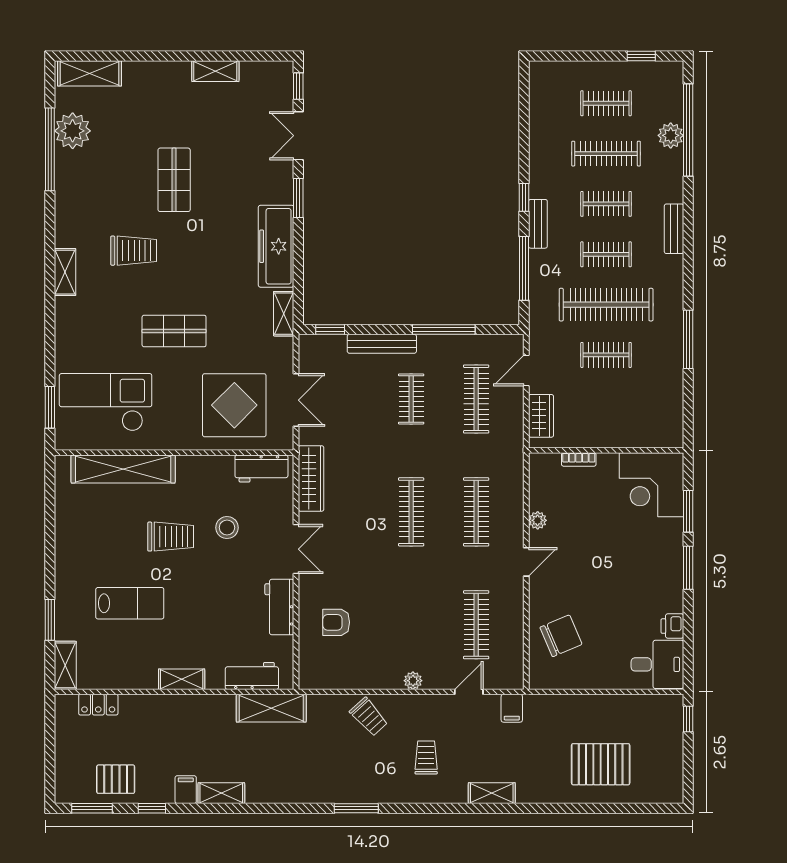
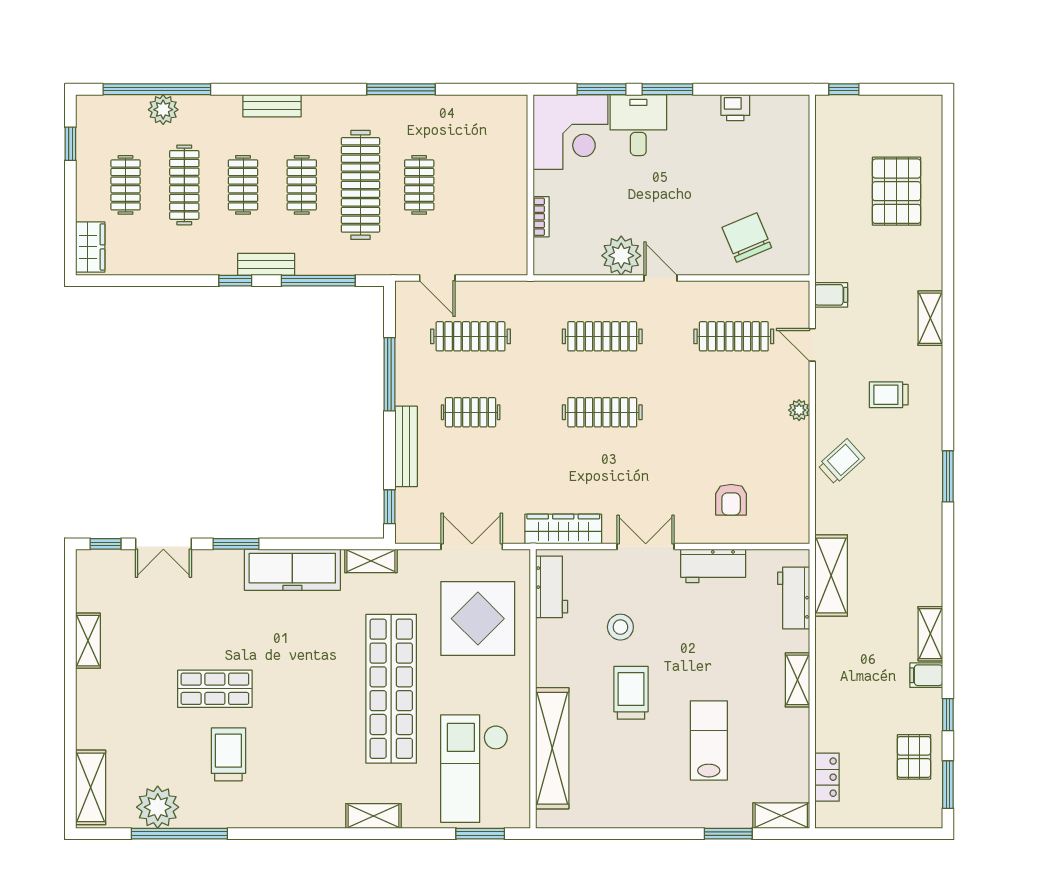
trolley: (134, 251) -> (228, 754), moved
shelving: (65, 272) -> (373, 816), moved
shop shelf: (174, 331) -> (391, 689), width x2.00, depth x1.36
wardrobe: (541, 416) -> (90, 247), moved, turned 90
plant: (538, 520) -> (621, 256), width x1.88, depth x1.88
desk: (657, 664) -> (638, 125), moved

